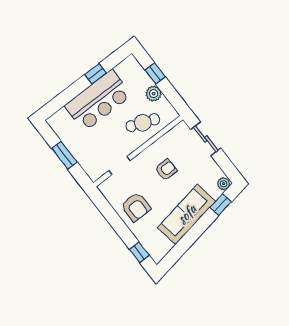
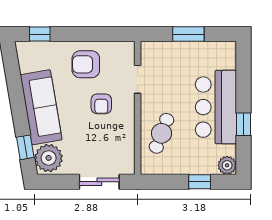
plant: (154, 94) -> (227, 165), moved
armchair: (166, 170) -> (101, 104), moved
plant: (224, 184) -> (49, 158), width x1.87, depth x1.87

